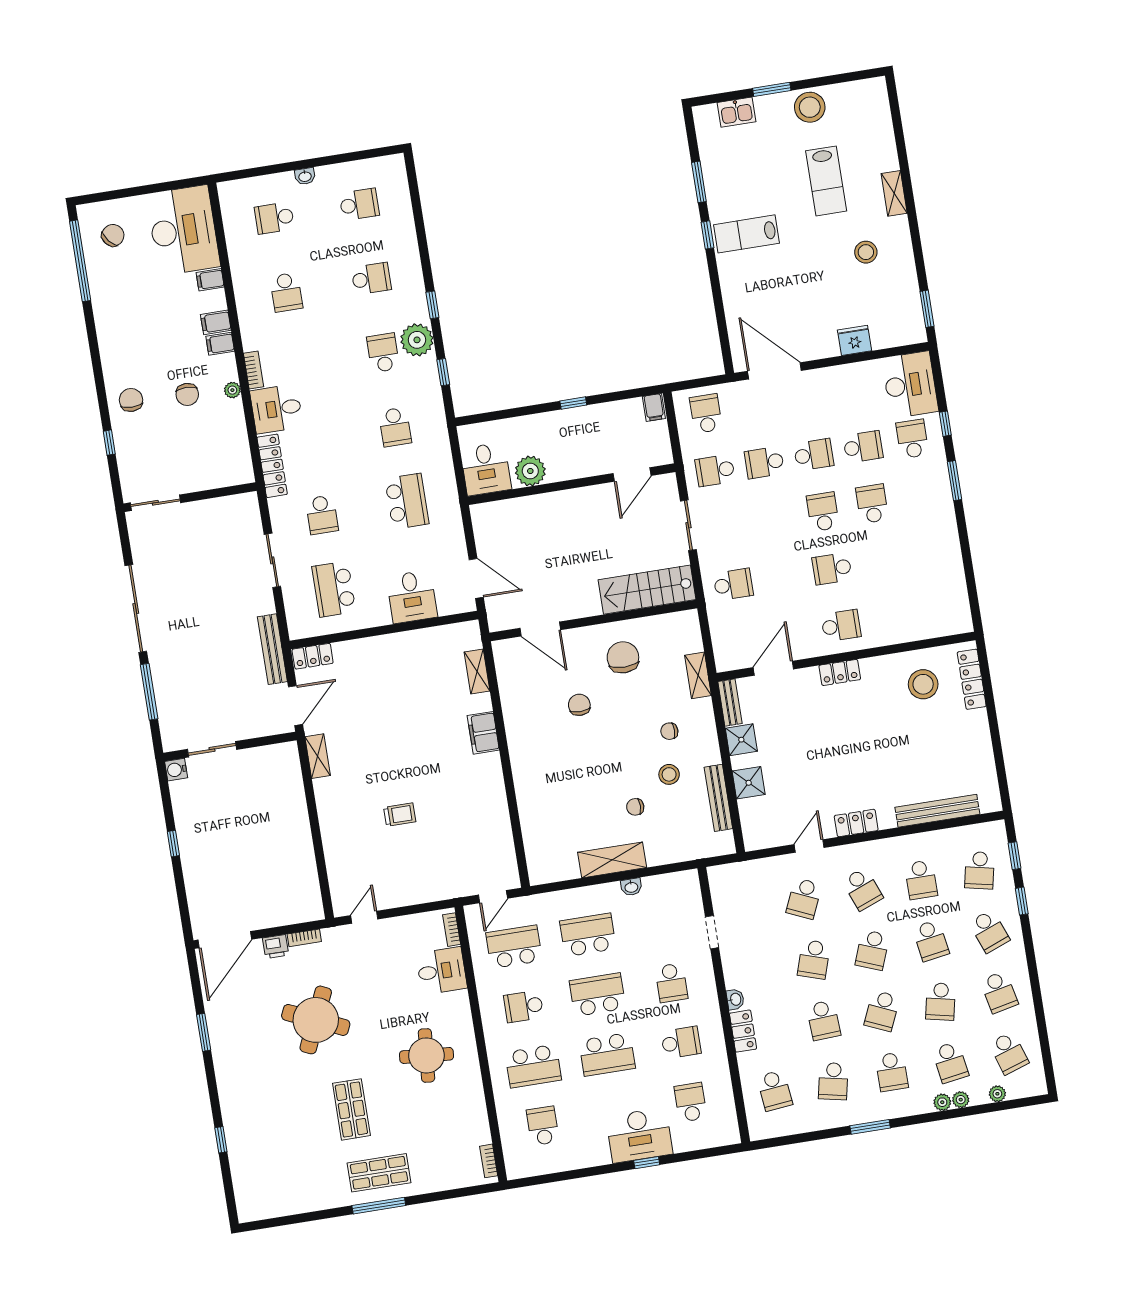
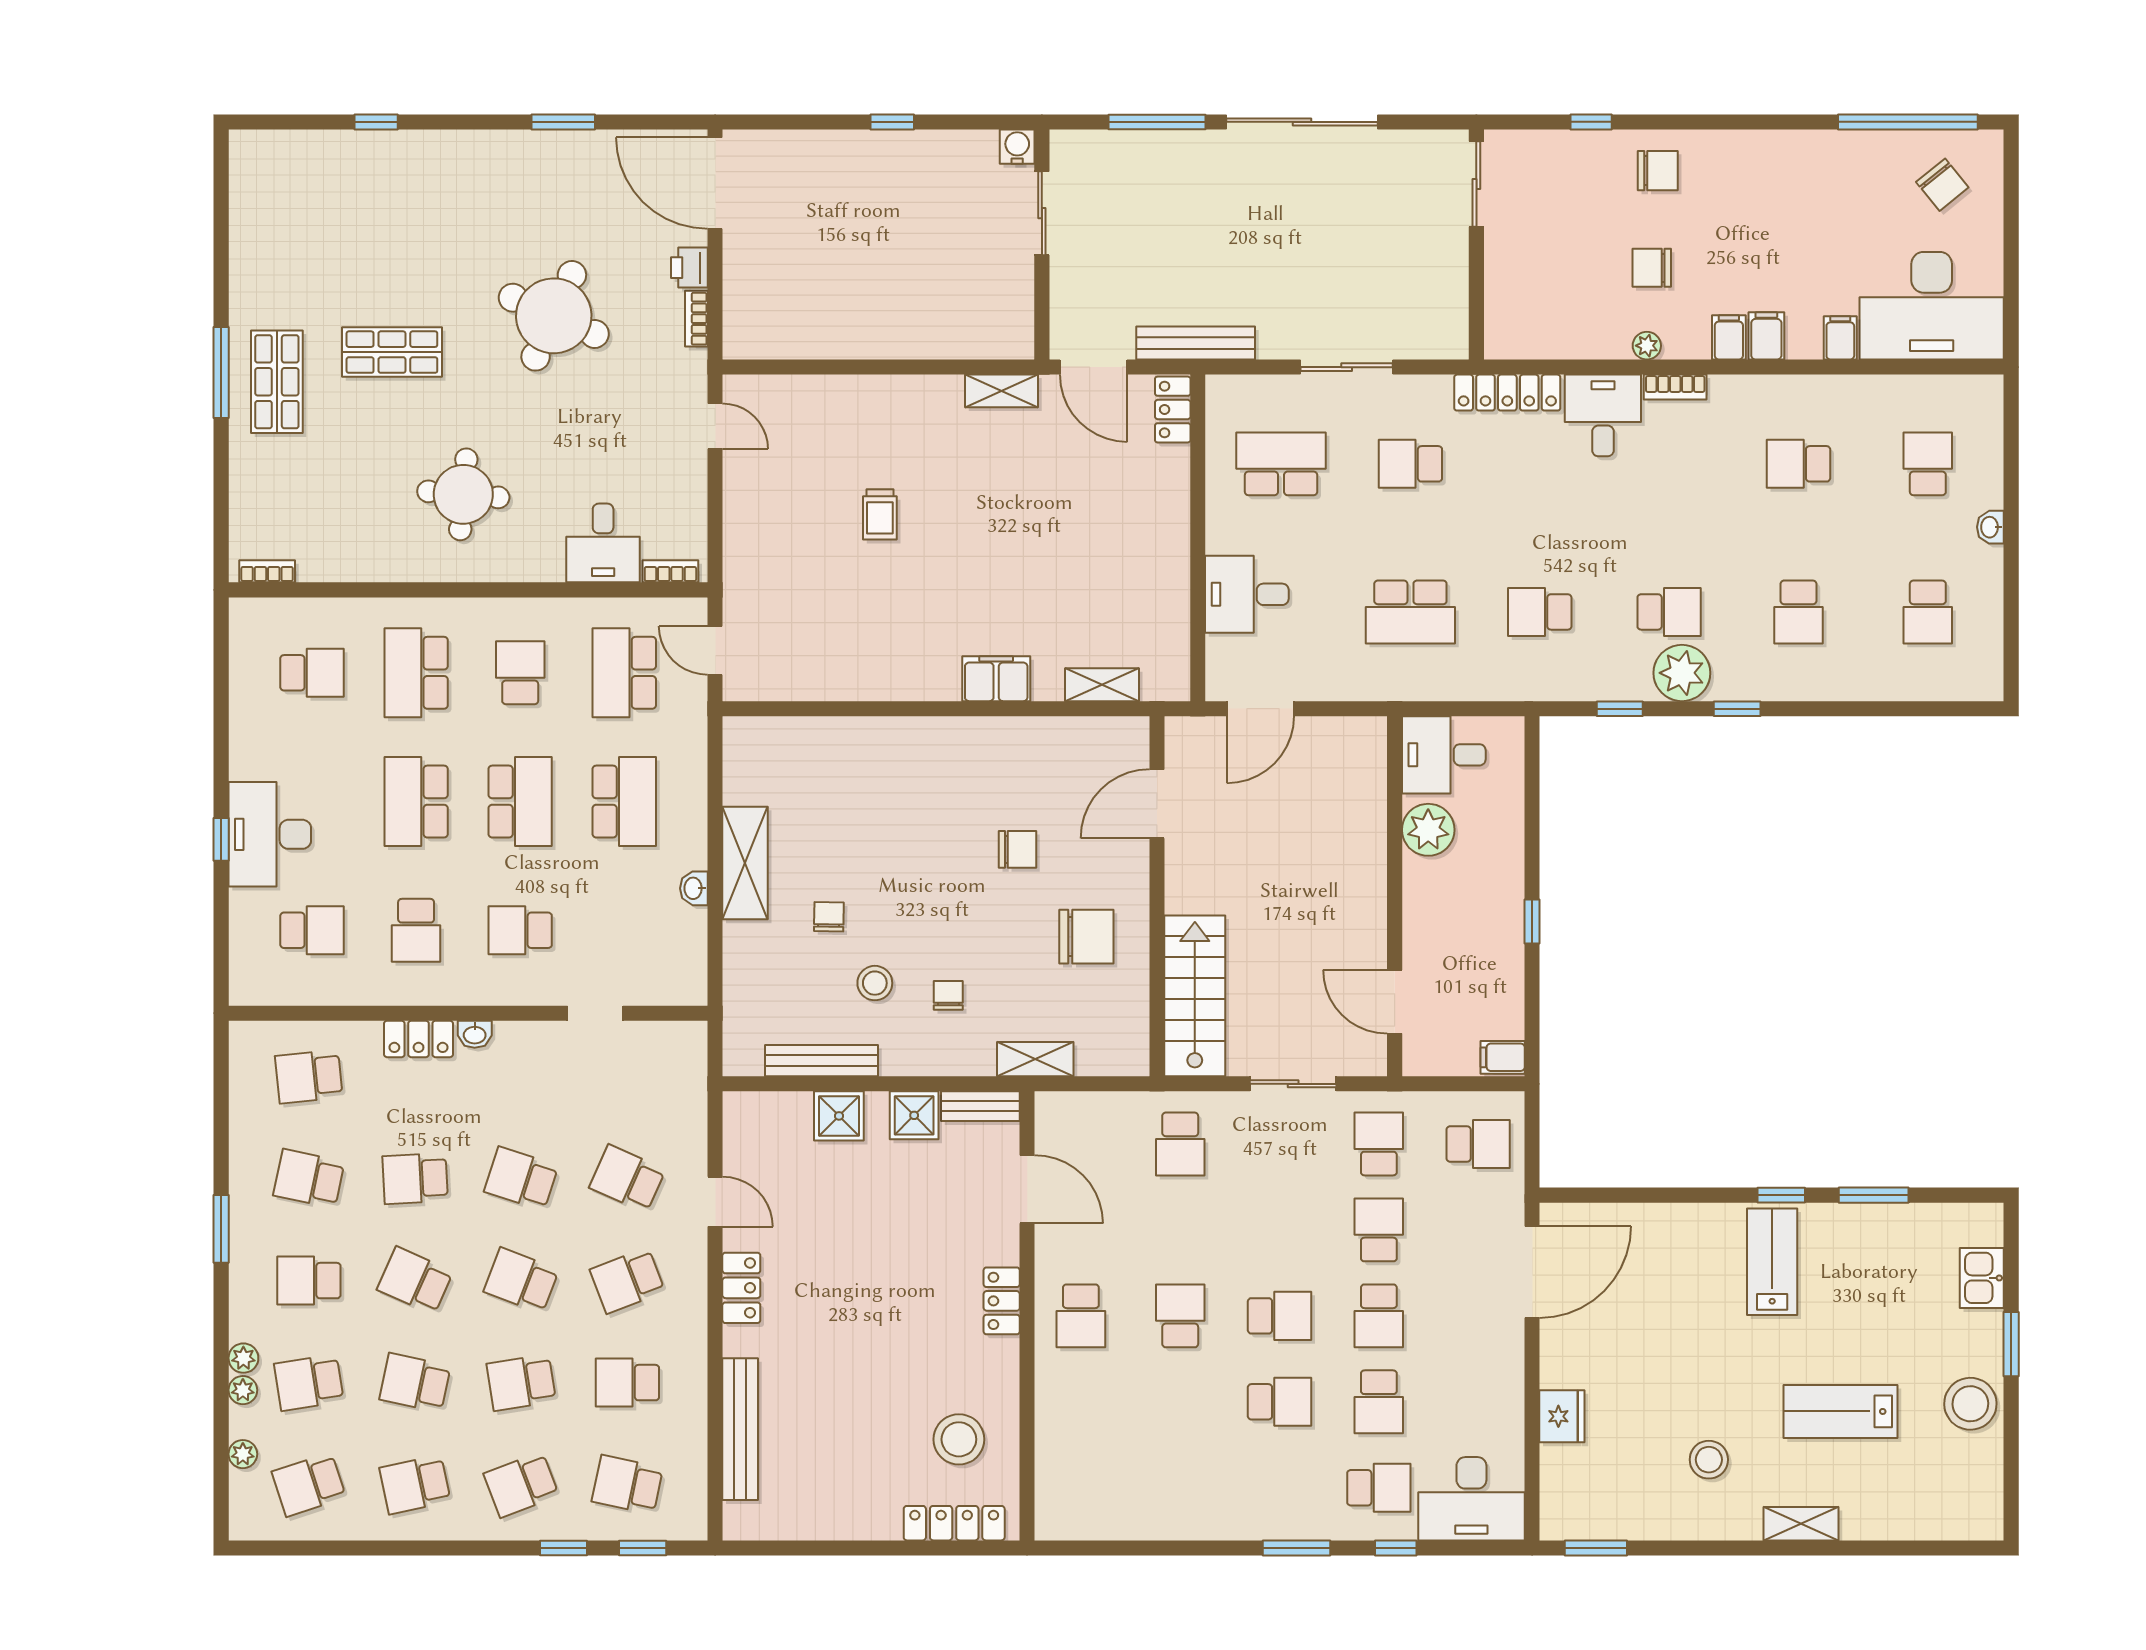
school desk: (514, 947) -> (624, 673), turned 180

